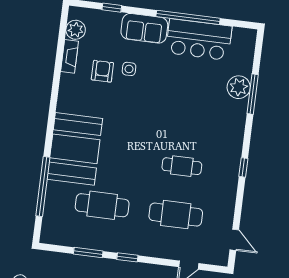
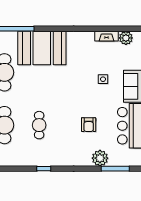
armchair: (102, 71) -> (89, 125), moved, turned 90
window: (253, 94) -> (115, 169), moved

